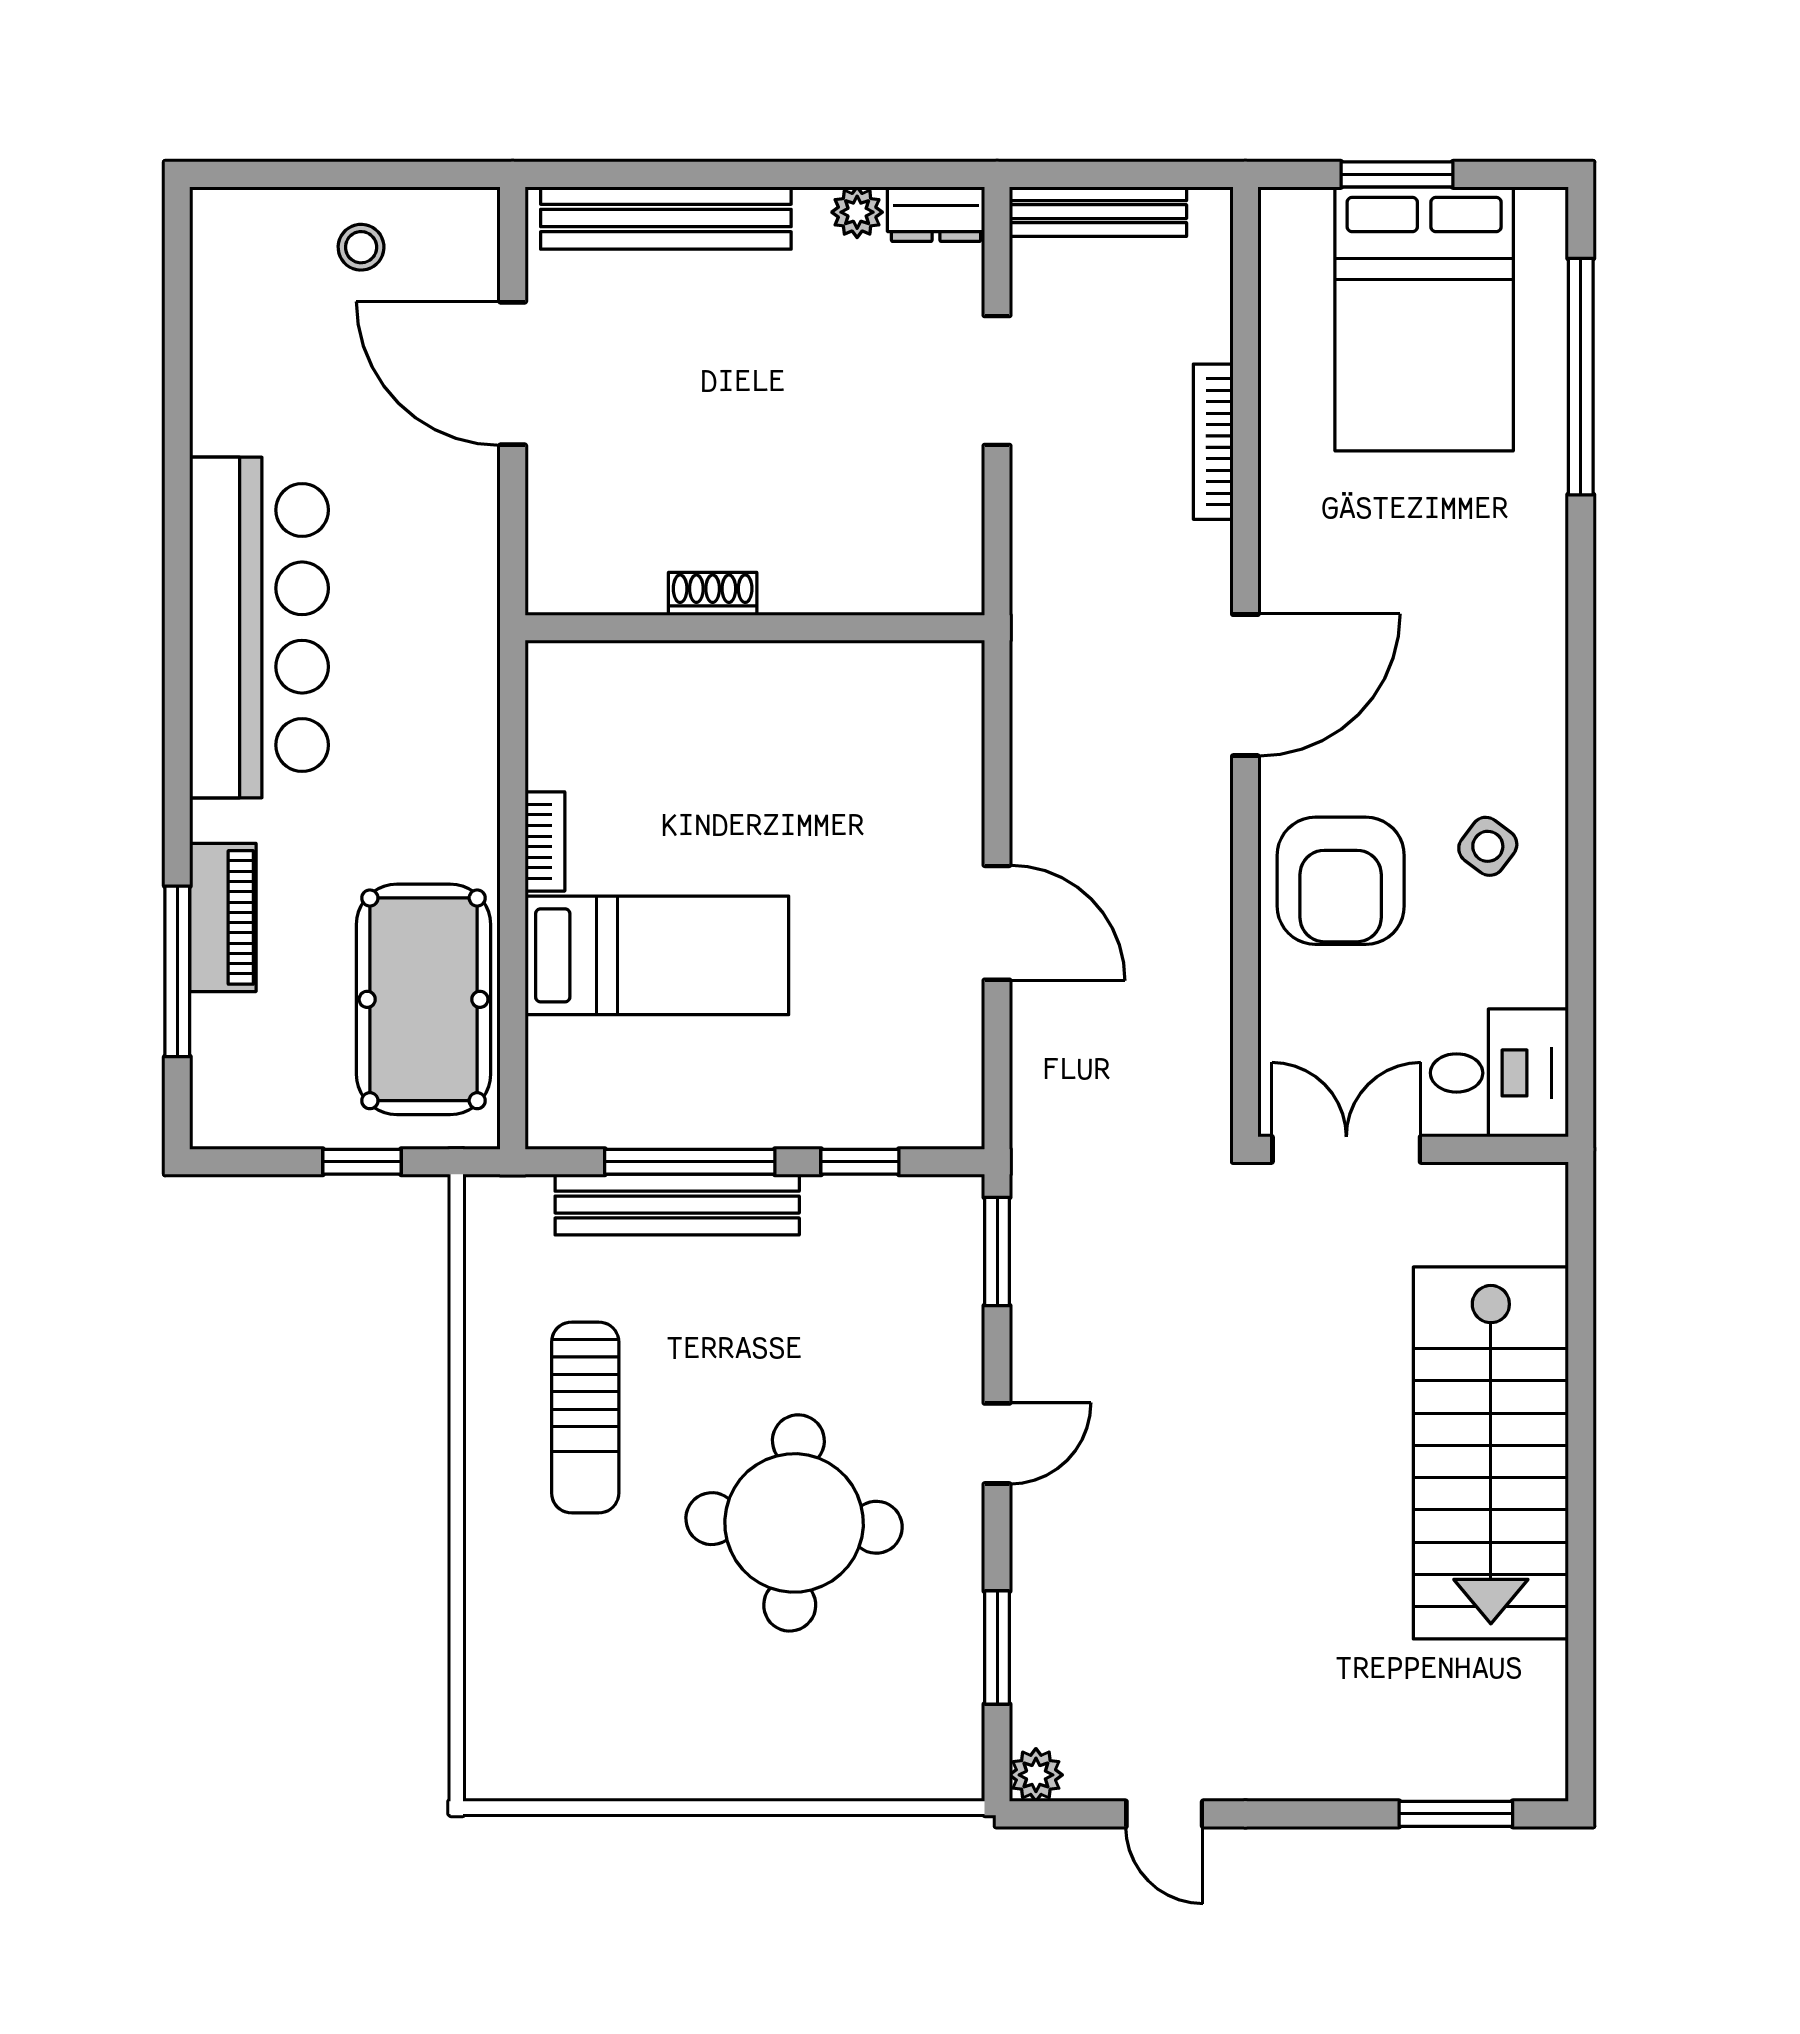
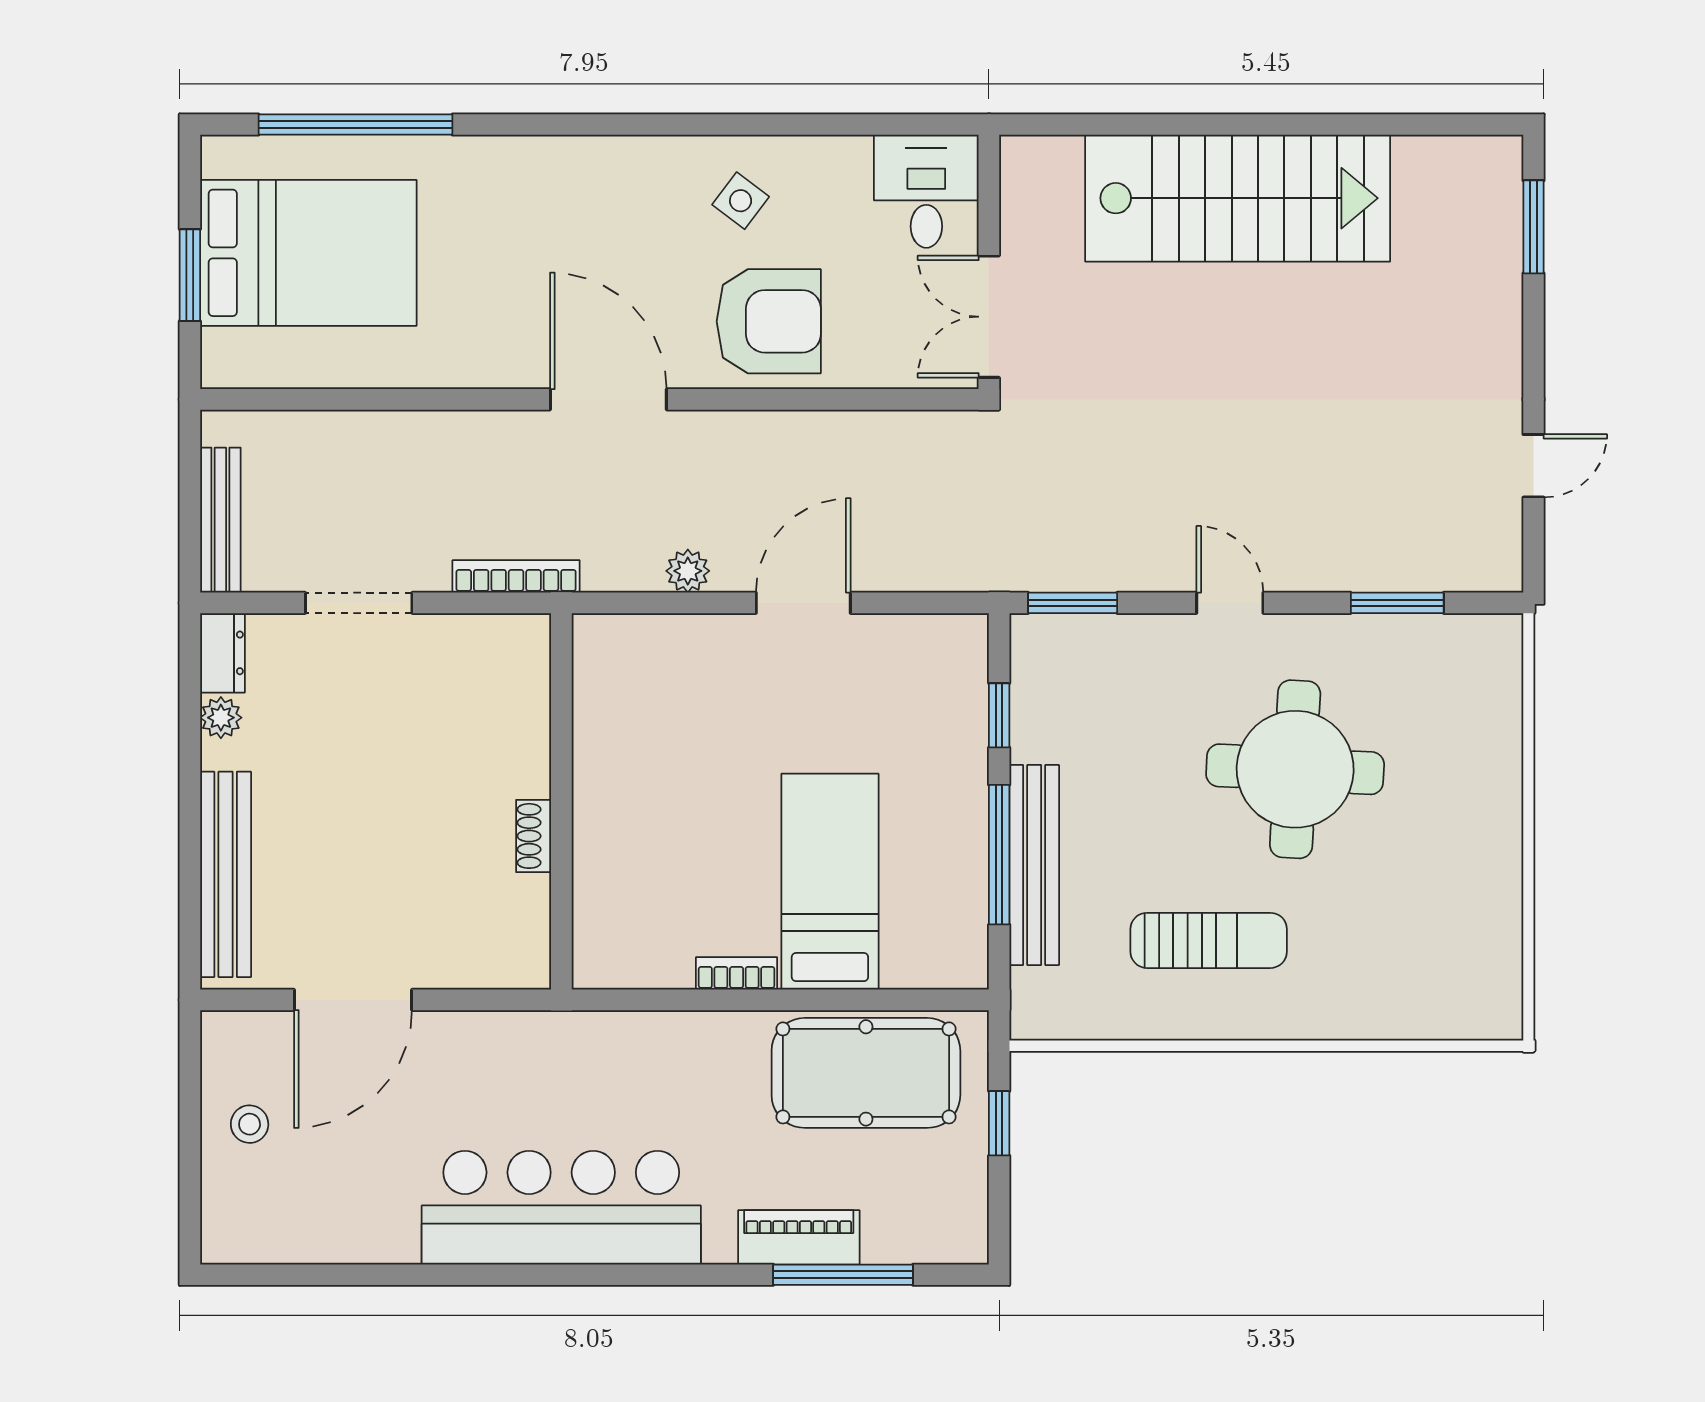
bookcase: (1213, 442) -> (516, 576), moved, turned 180
plant: (1036, 1775) -> (688, 571), moved

